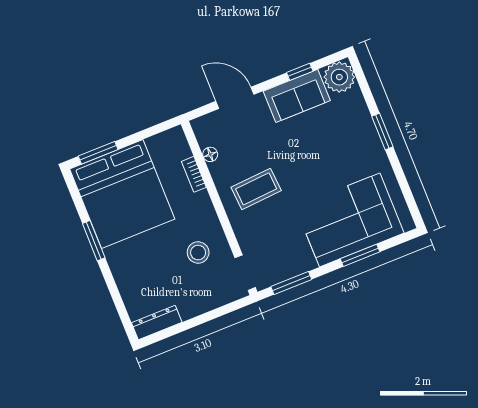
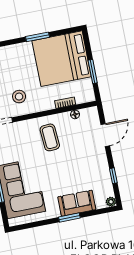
plant: (339, 77) -> (111, 202), width x0.53, depth x0.53
sofa: (297, 96) -> (77, 203), moved, turned 90
window: (98, 153) -> (93, 72), moved

